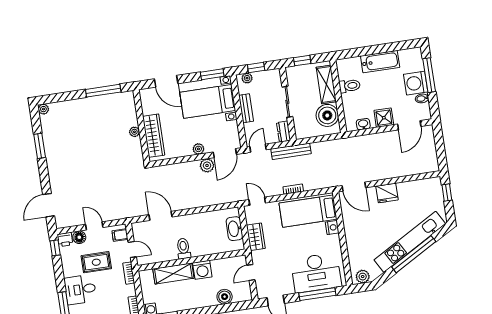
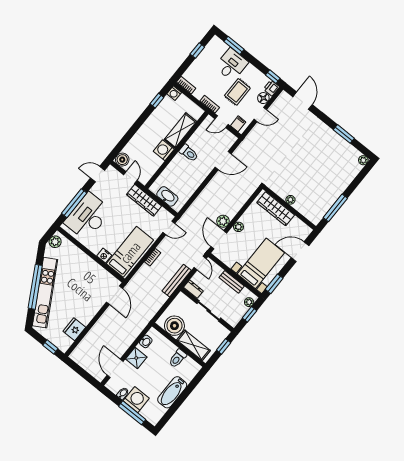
door: (354, 187) -> (115, 295), swing flipped
fridge: (387, 193) -> (74, 329), moved
wardrobe: (256, 237) -> (144, 200), width x1.50
boiler: (225, 297) -> (122, 160), moved

